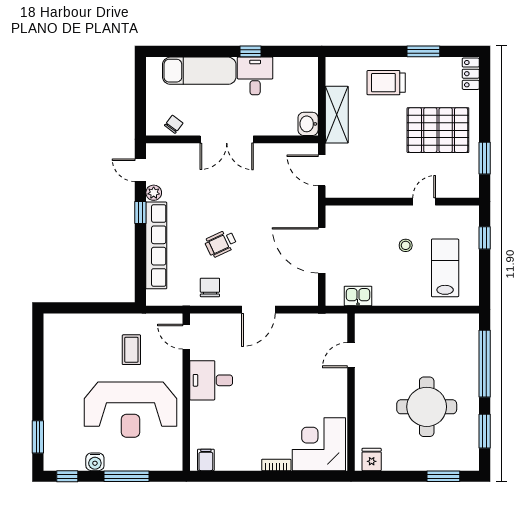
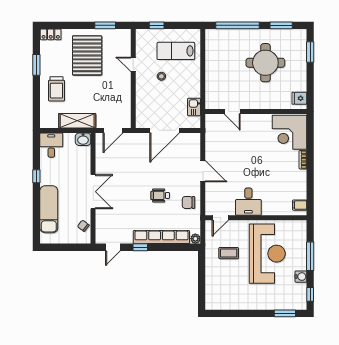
desk: (255, 76) -> (51, 145), moved, turned 90
plant: (154, 193) -> (195, 239), moved
wheelchair: (221, 243) -> (160, 195), turned 115

